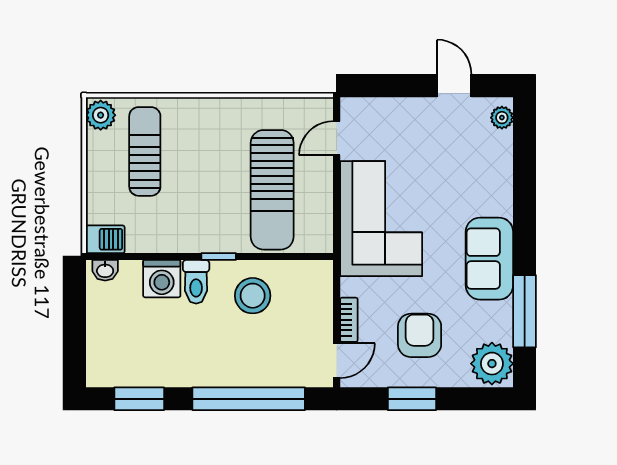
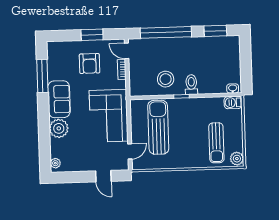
door: (454, 86) -> (103, 176), moved
washing machine: (162, 279) -> (207, 86), removed
door: (337, 361) -> (127, 51), hinge flipped
plant: (492, 364) -> (59, 128), moved

